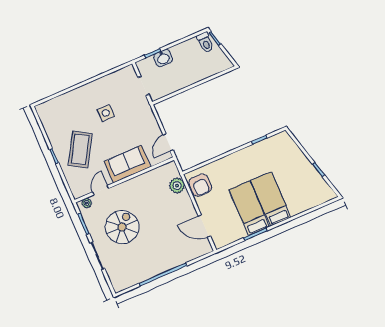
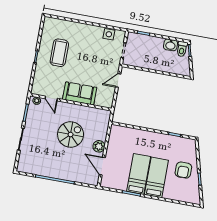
washbasin: (163, 58) -> (170, 45), moved
side table: (106, 113) -> (109, 34), moved
door: (168, 142) -> (118, 80), moved
coffee table: (80, 149) -> (59, 53), moved, turned -31
armchair: (200, 185) -> (183, 170), moved
plant: (177, 186) -> (99, 146), moved
door: (101, 190) -> (51, 99), swing flipped
spiral stairs: (122, 227) -> (71, 135), moved

